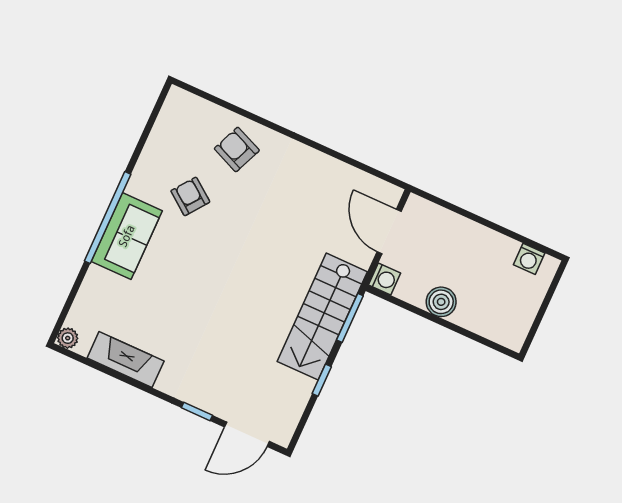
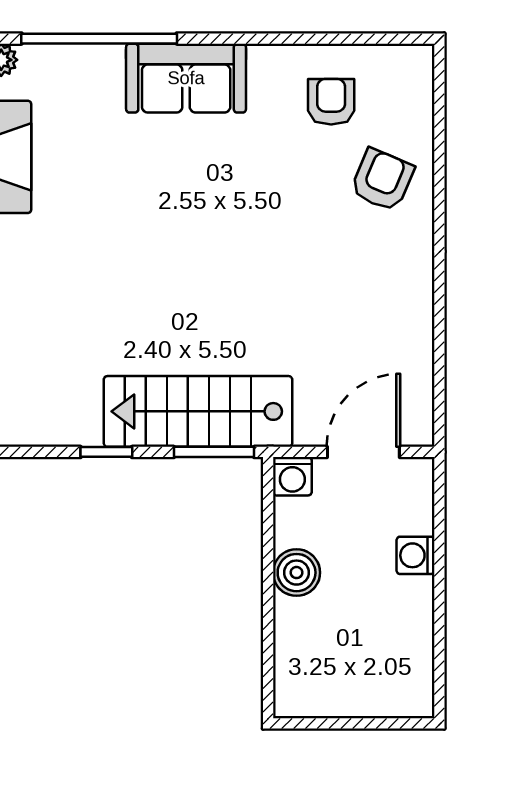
armchair: (190, 196) -> (331, 102), moved, turned -37
window: (108, 218) -> (99, 39), moved
washing machine: (529, 259) -> (415, 555), moved

